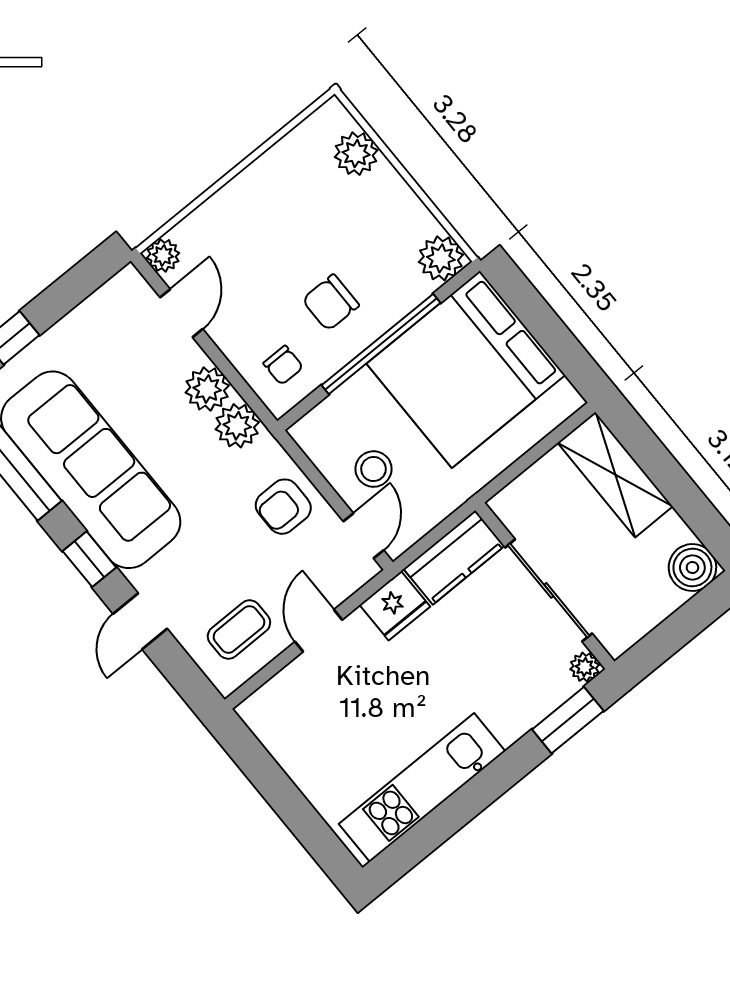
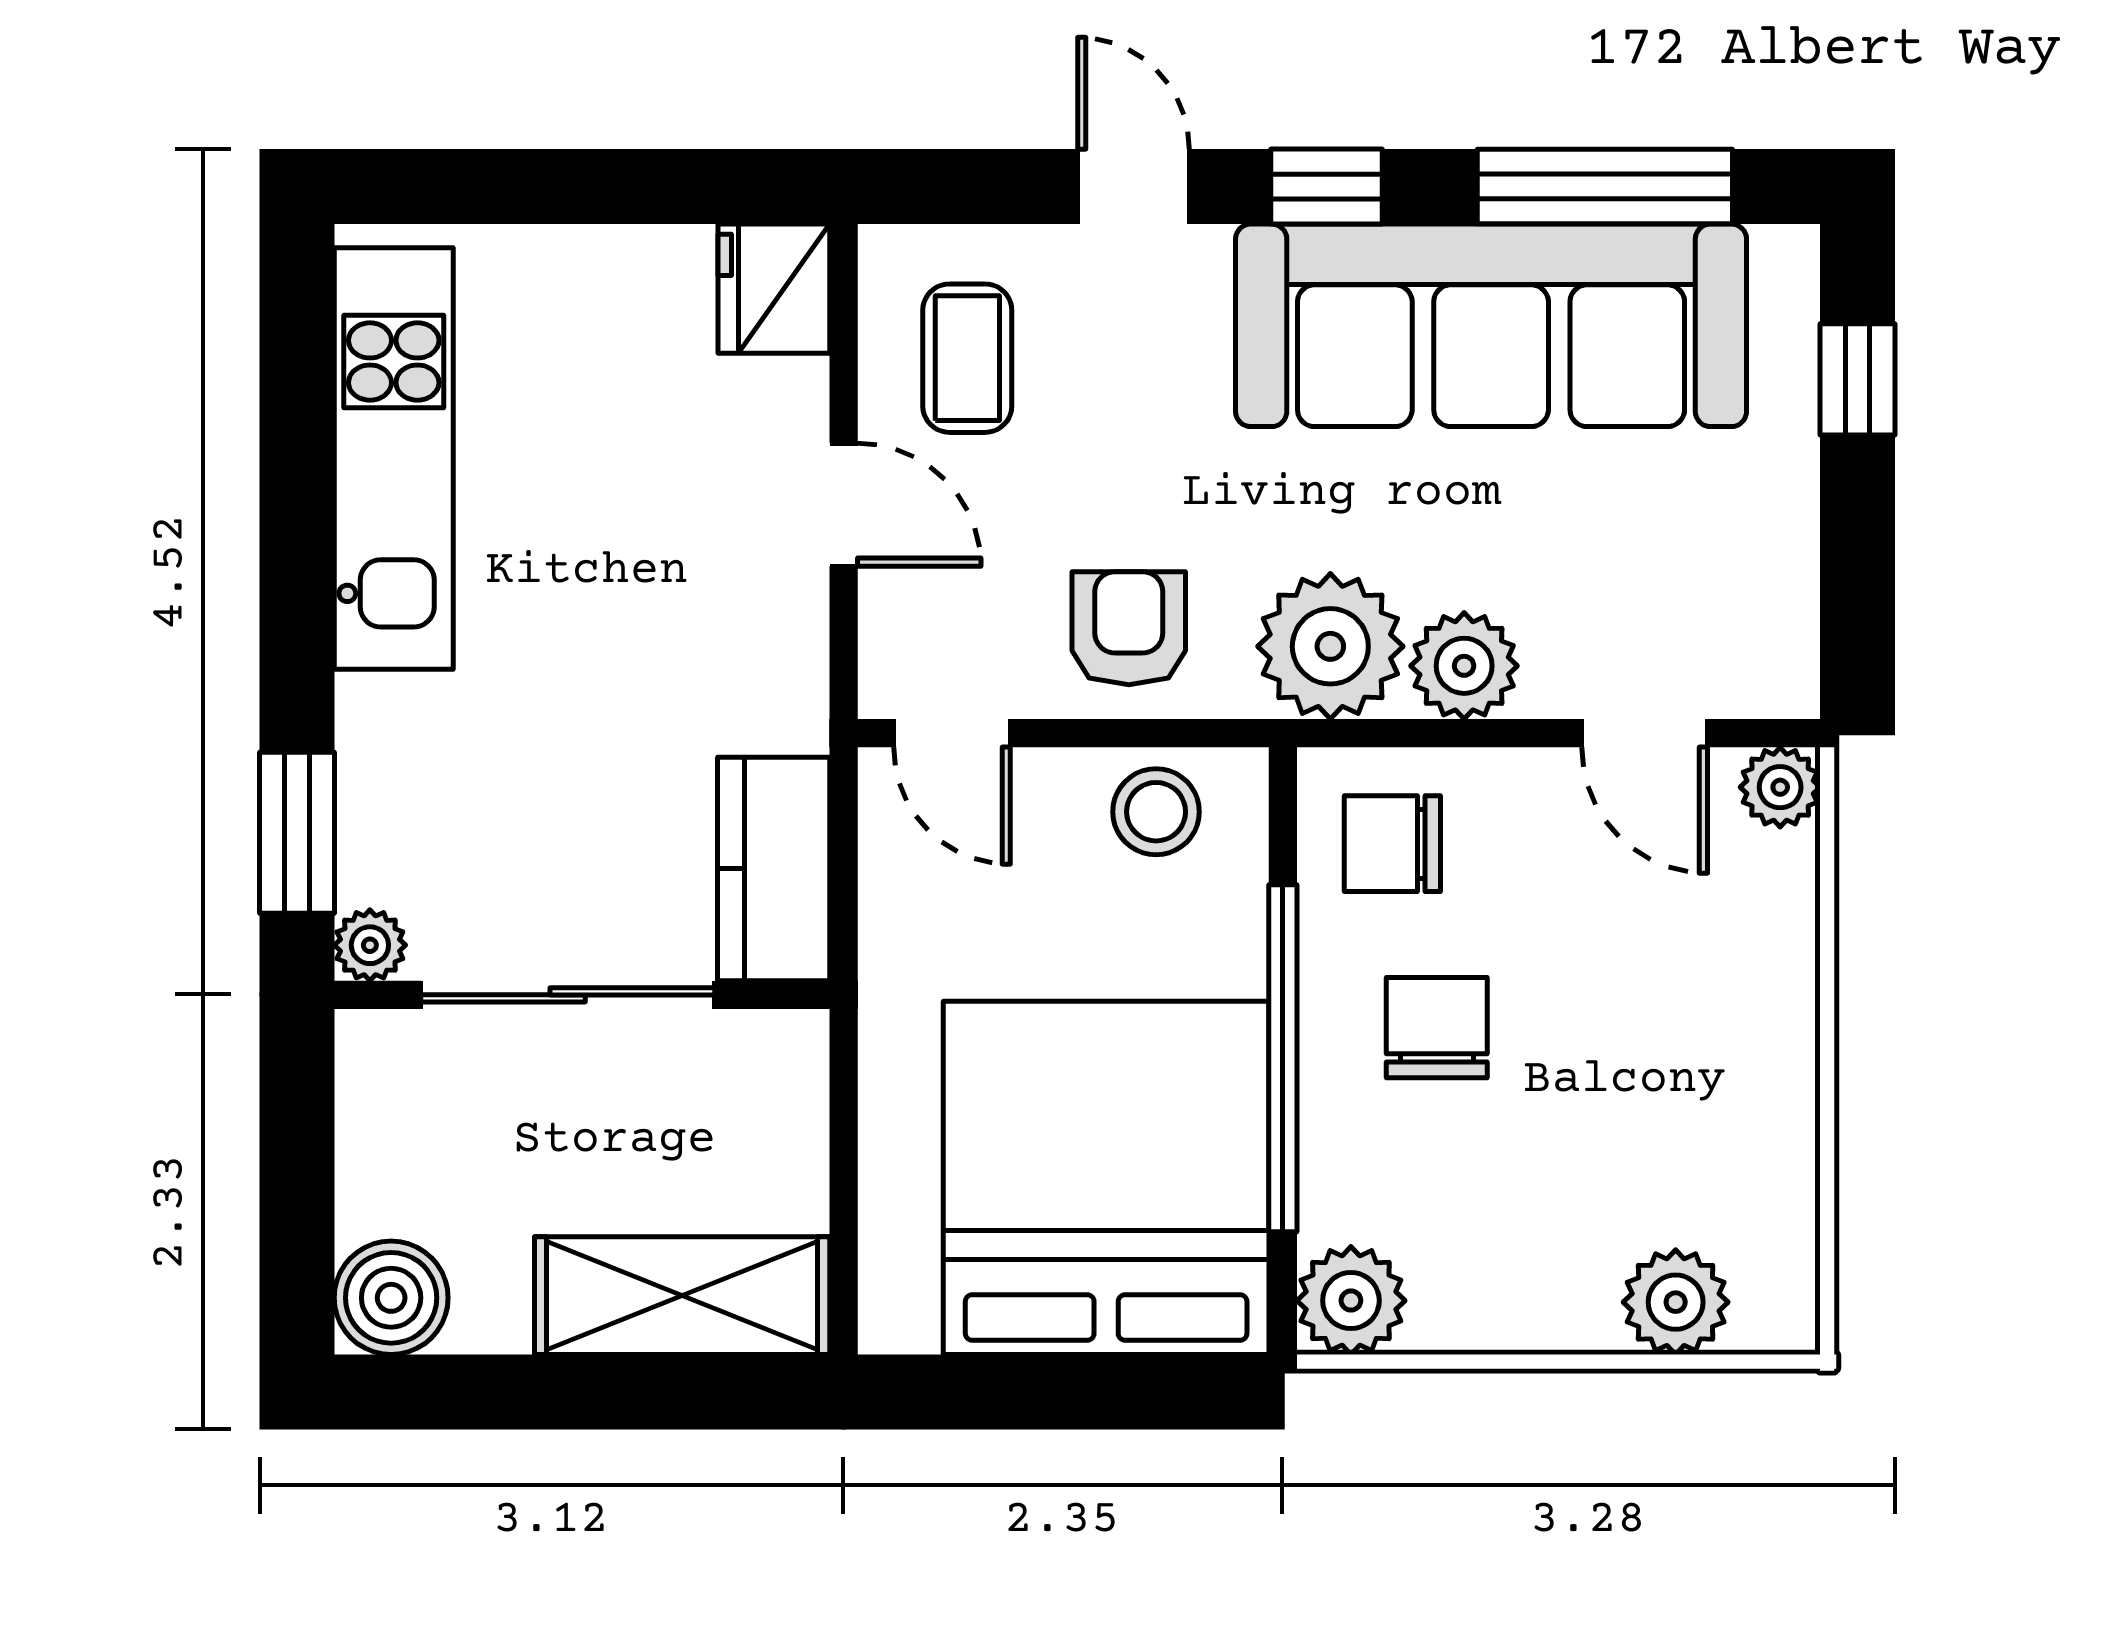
chair: (283, 365) -> (1392, 844), width x1.37, depth x1.37
plant: (237, 426) -> (1330, 646), width x1.36, depth x1.36
stool: (374, 469) -> (1156, 812), moved
fridge: (395, 606) -> (774, 289), moved

